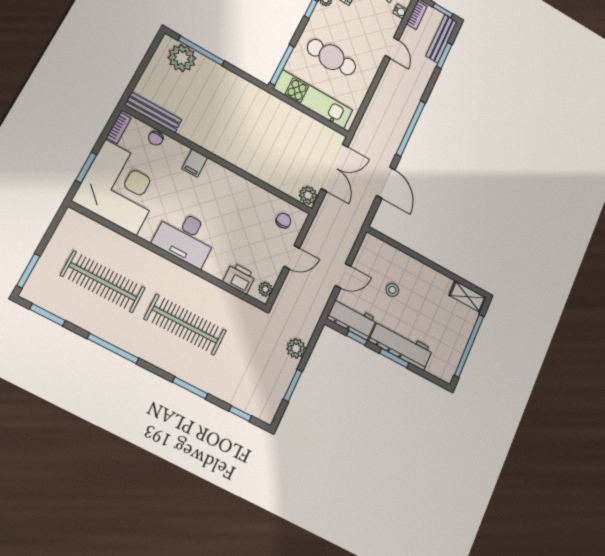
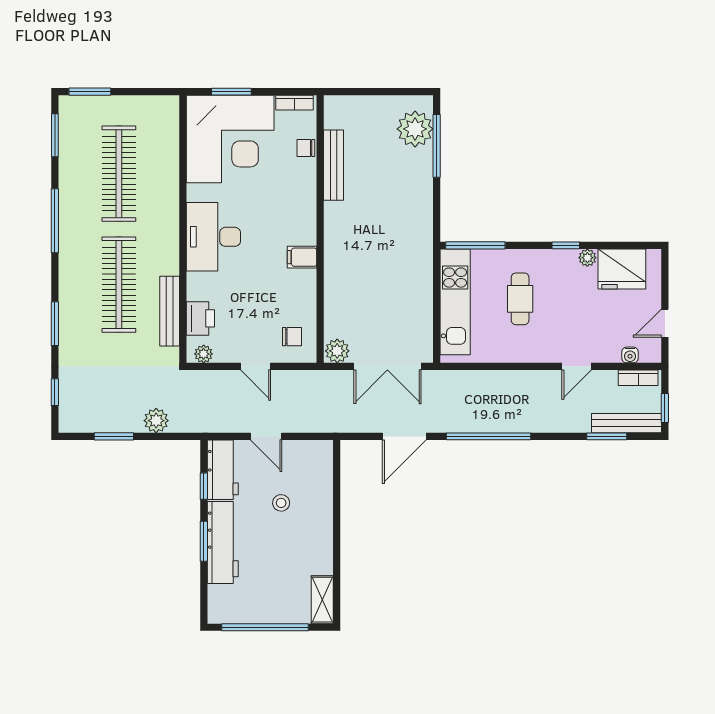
cafe table: (332, 57) -> (520, 299), width x0.73, depth x0.74
bench: (153, 112) -> (334, 165), moved
filing cabinet: (195, 163) -> (302, 257), moved
bench: (223, 298) -> (170, 311), added

